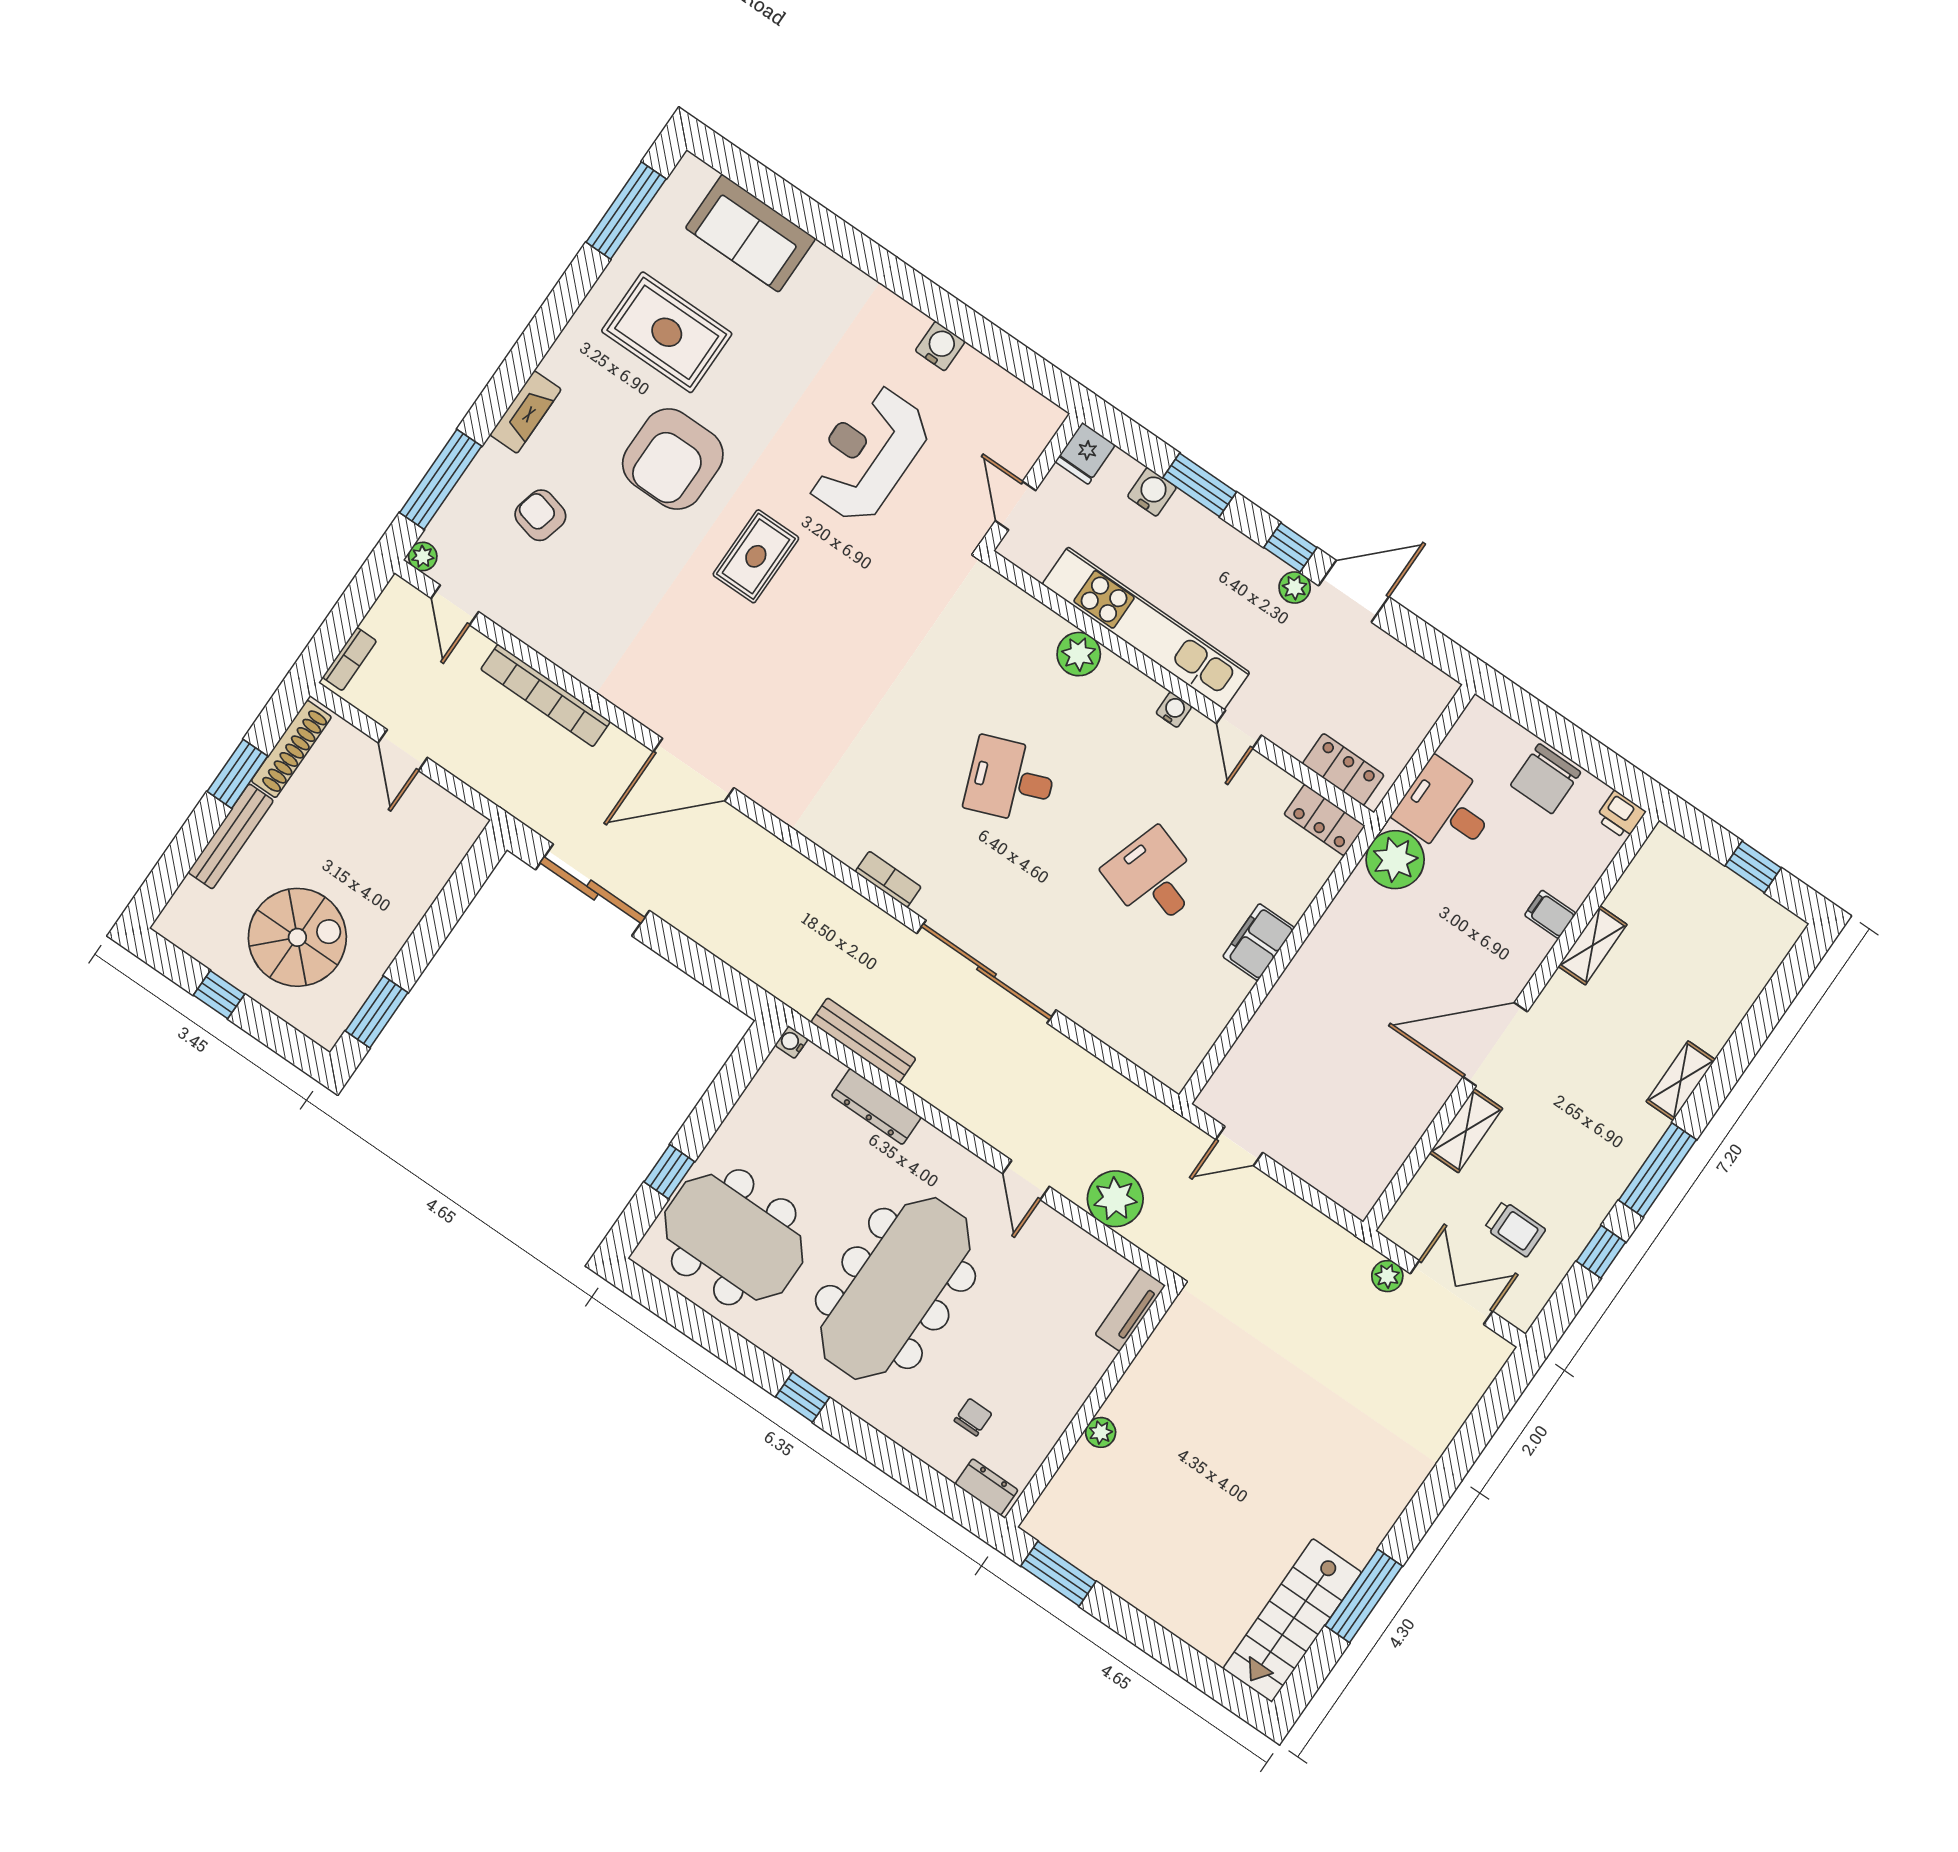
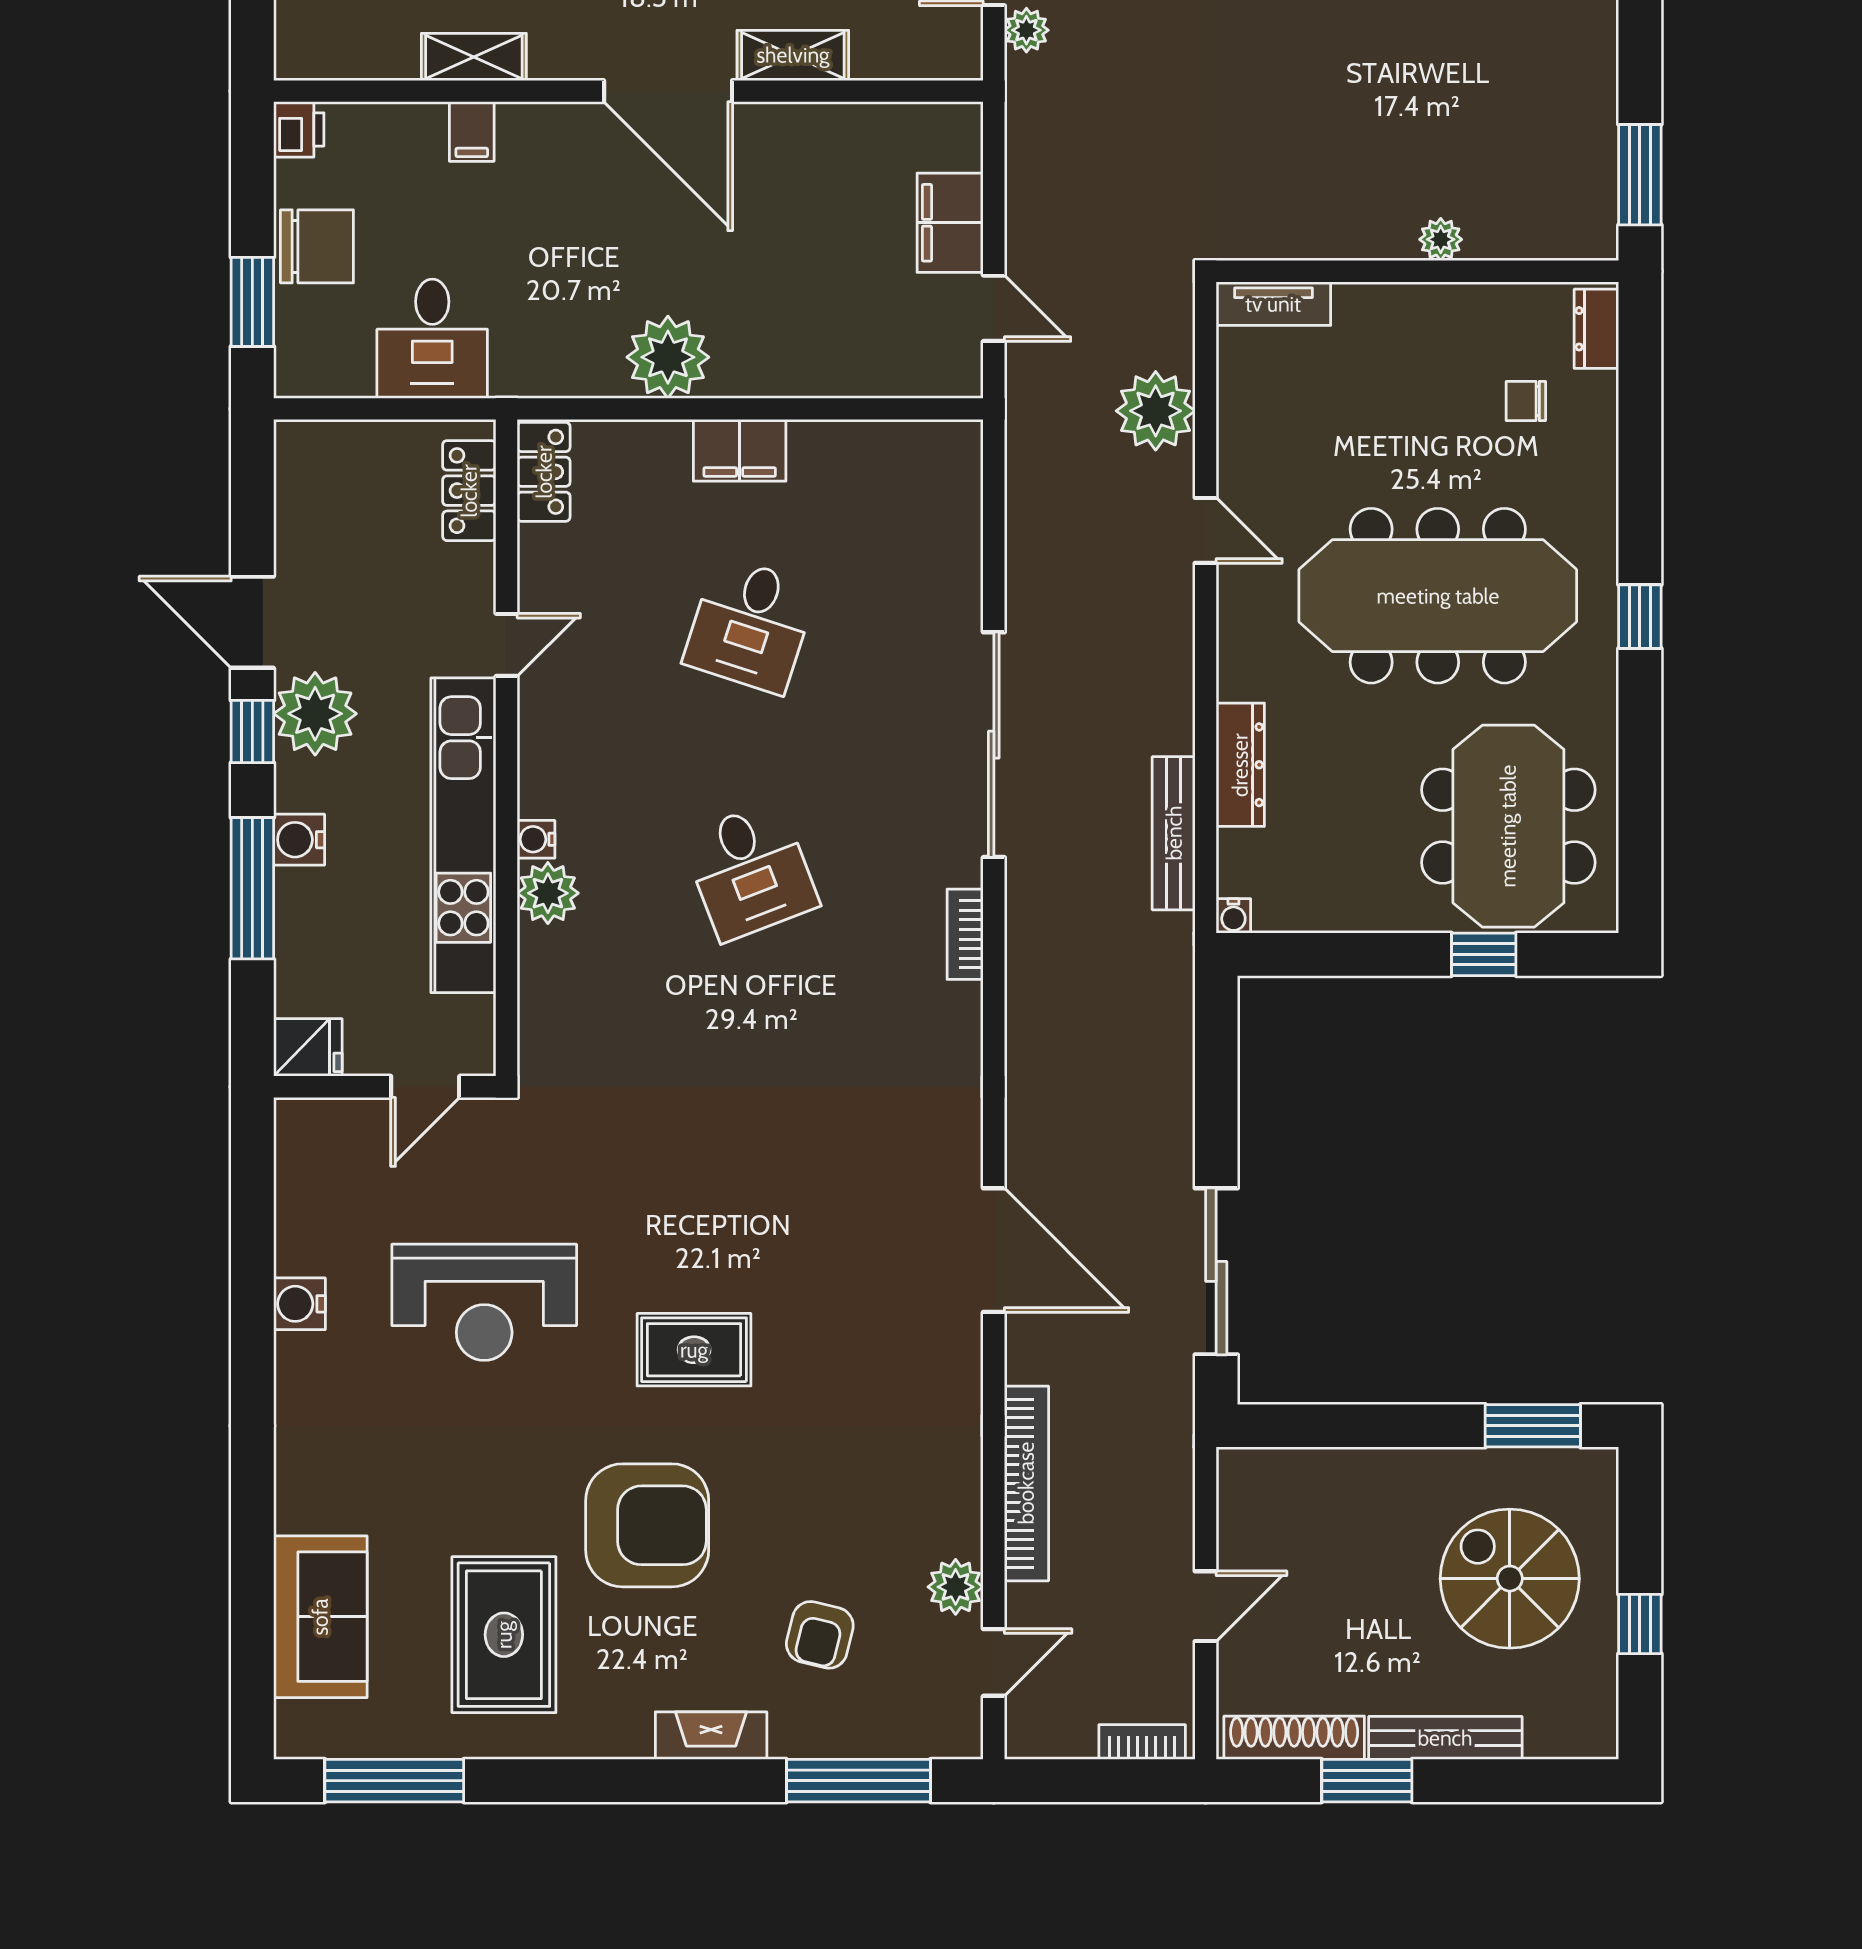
window: (1200, 485) -> (252, 888), width x1.44
water cooler: (1152, 492) -> (299, 840), moved
plant: (423, 556) -> (956, 1587), moved, width x1.38, depth x1.38
plant: (1295, 587) -> (315, 714), width x1.88, depth x1.88
water cooler: (1174, 710) -> (536, 839), moved
window: (1539, 719) -> (252, 302), added
plant: (1395, 860) -> (668, 357), moved
filing cabinet: (1306, 1155) -> (950, 223), added
door: (1026, 1180) -> (1206, 530), hinge flipped

